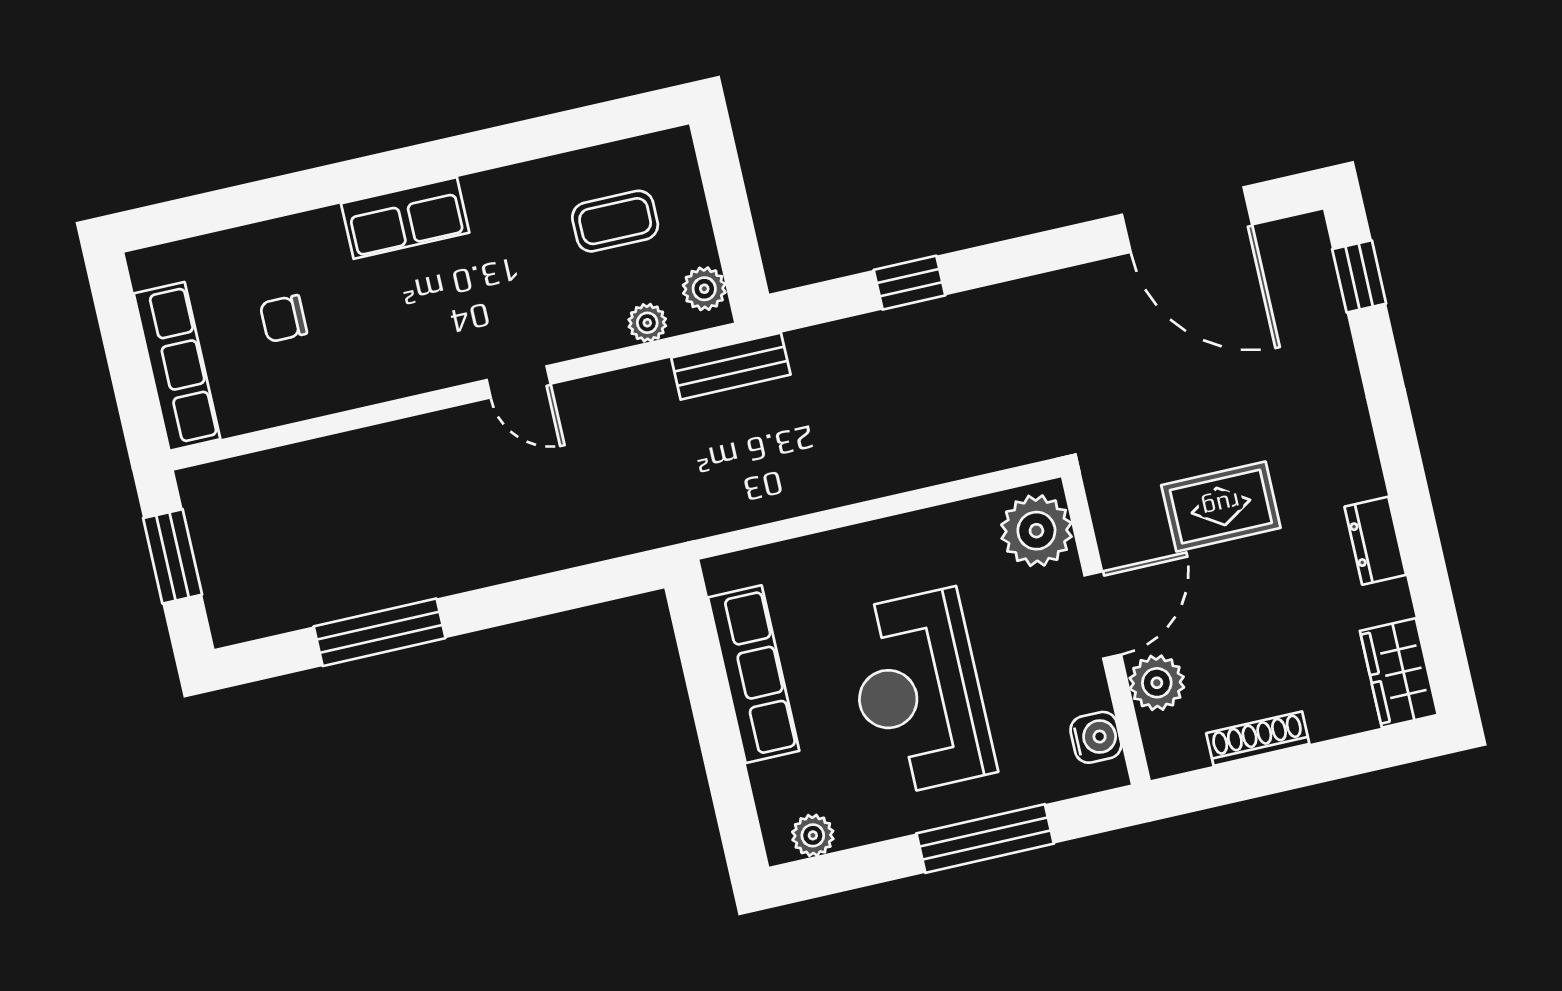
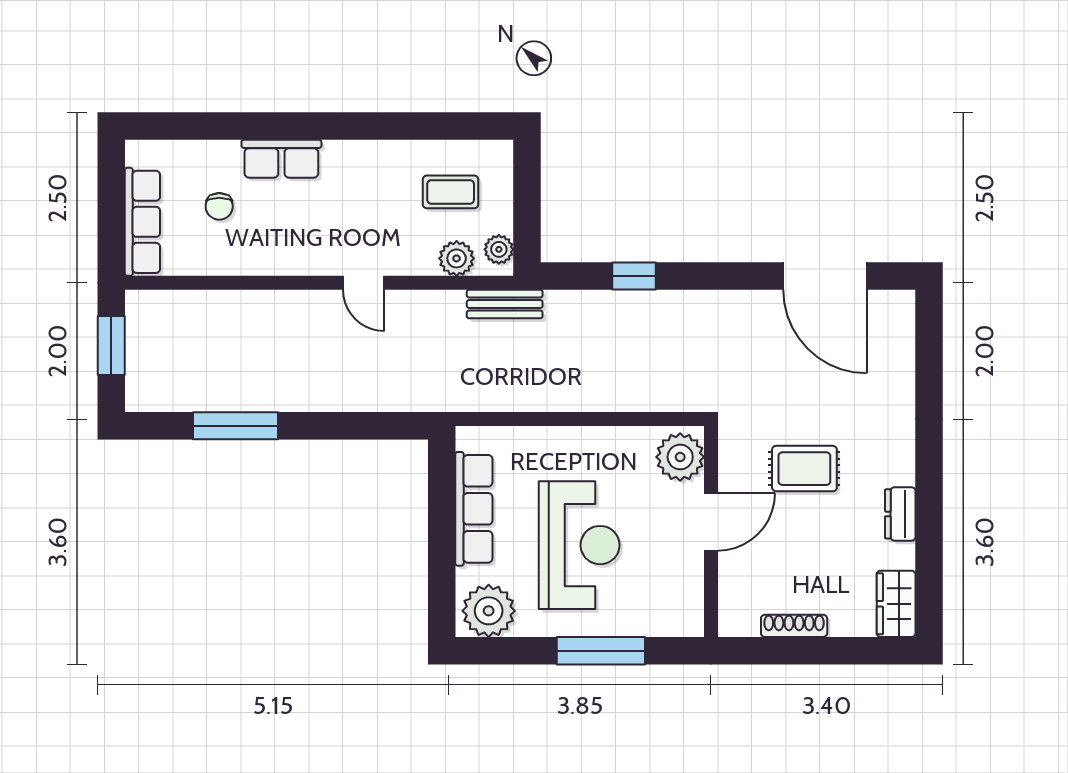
row of seats: (405, 218) -> (281, 159), moved
window: (1359, 276) -> (929, 339), removed
chair: (283, 319) -> (219, 206), turned -90
plant: (647, 323) -> (457, 258), width x1.38, depth x1.38
plant: (1157, 683) -> (736, 574), removed
reception desk: (919, 692) -> (579, 545), turned 180
water cooler: (1096, 737) -> (688, 601), removed
plant: (813, 835) -> (489, 611), width x1.88, depth x1.88

